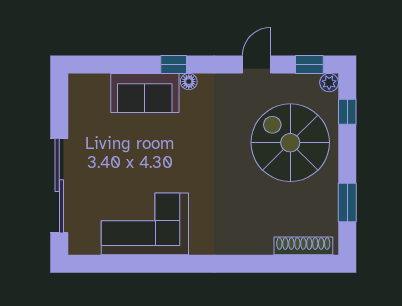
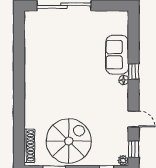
spiral stairs: (290, 143) -> (69, 141), moved
corner sofa: (145, 224) -> (42, 55), removed

